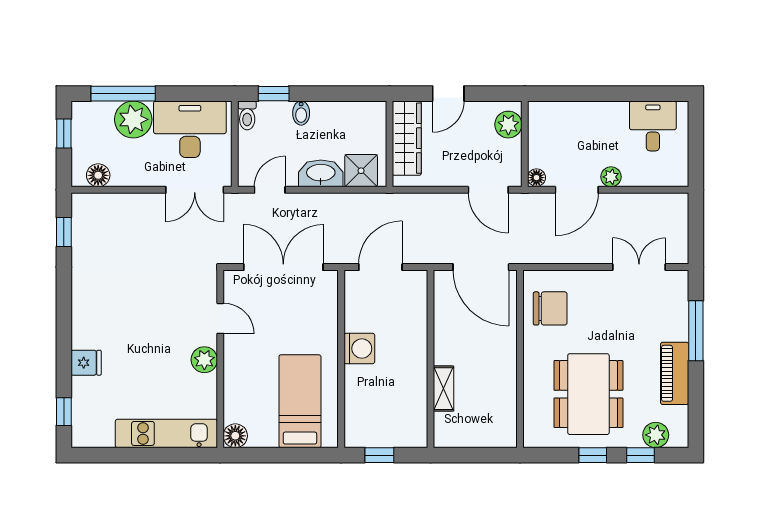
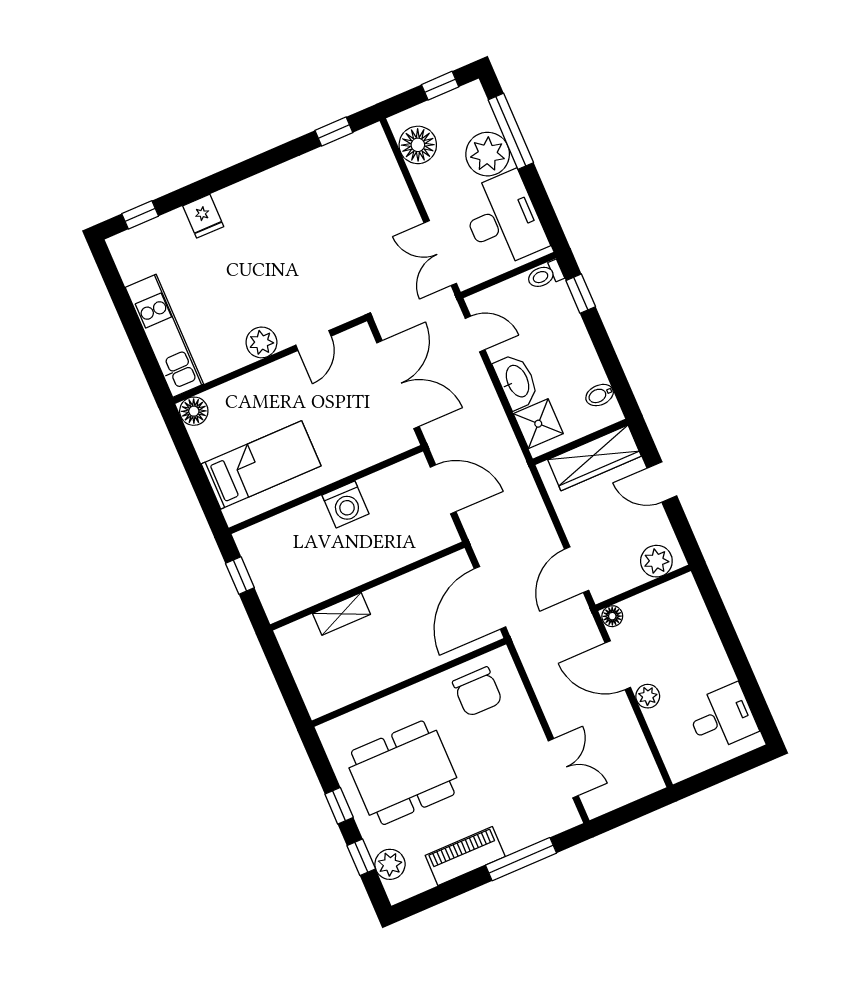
bidet: (301, 113) -> (600, 395), moved
floor lamp: (98, 175) -> (418, 145), width x1.38, depth x1.38

